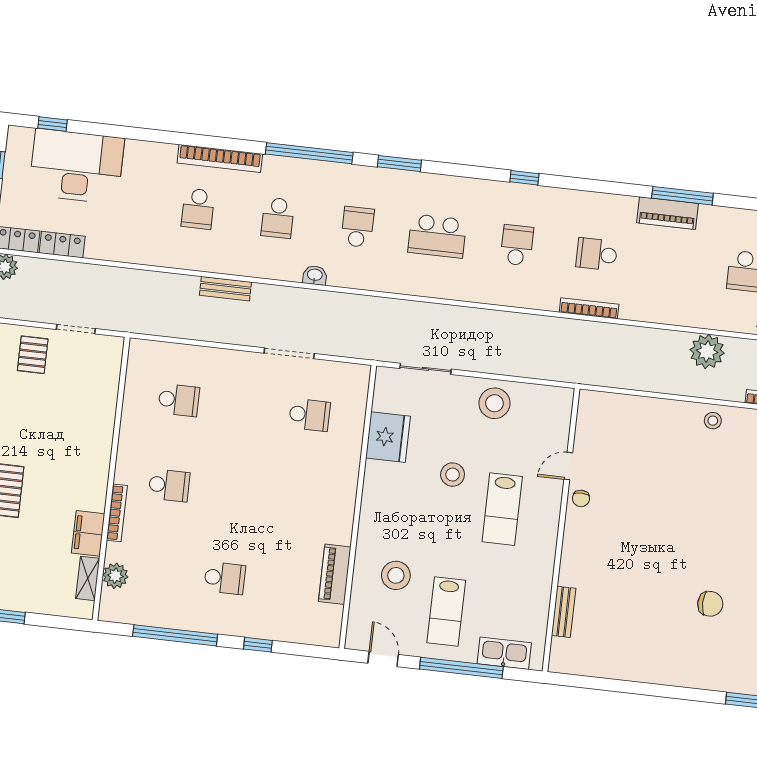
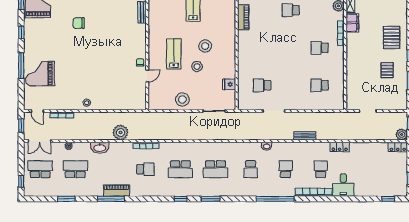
window: (399, 163) -> (211, 199), moved
desk: (77, 166) -> (343, 185), moved, width x0.53, depth x0.77
school desk: (437, 236) -> (216, 169), turned 180
locker: (62, 245) -> (340, 147), moved
school desk: (517, 245) -> (180, 169), width x1.85
washbasin: (695, 315) -> (100, 148), added
plant: (707, 351) -> (121, 132), moved
pallet: (33, 355) -> (387, 70), moved
fridge: (388, 437) -> (229, 84), width x0.53, depth x0.75
stool: (396, 575) -> (205, 46), moved

